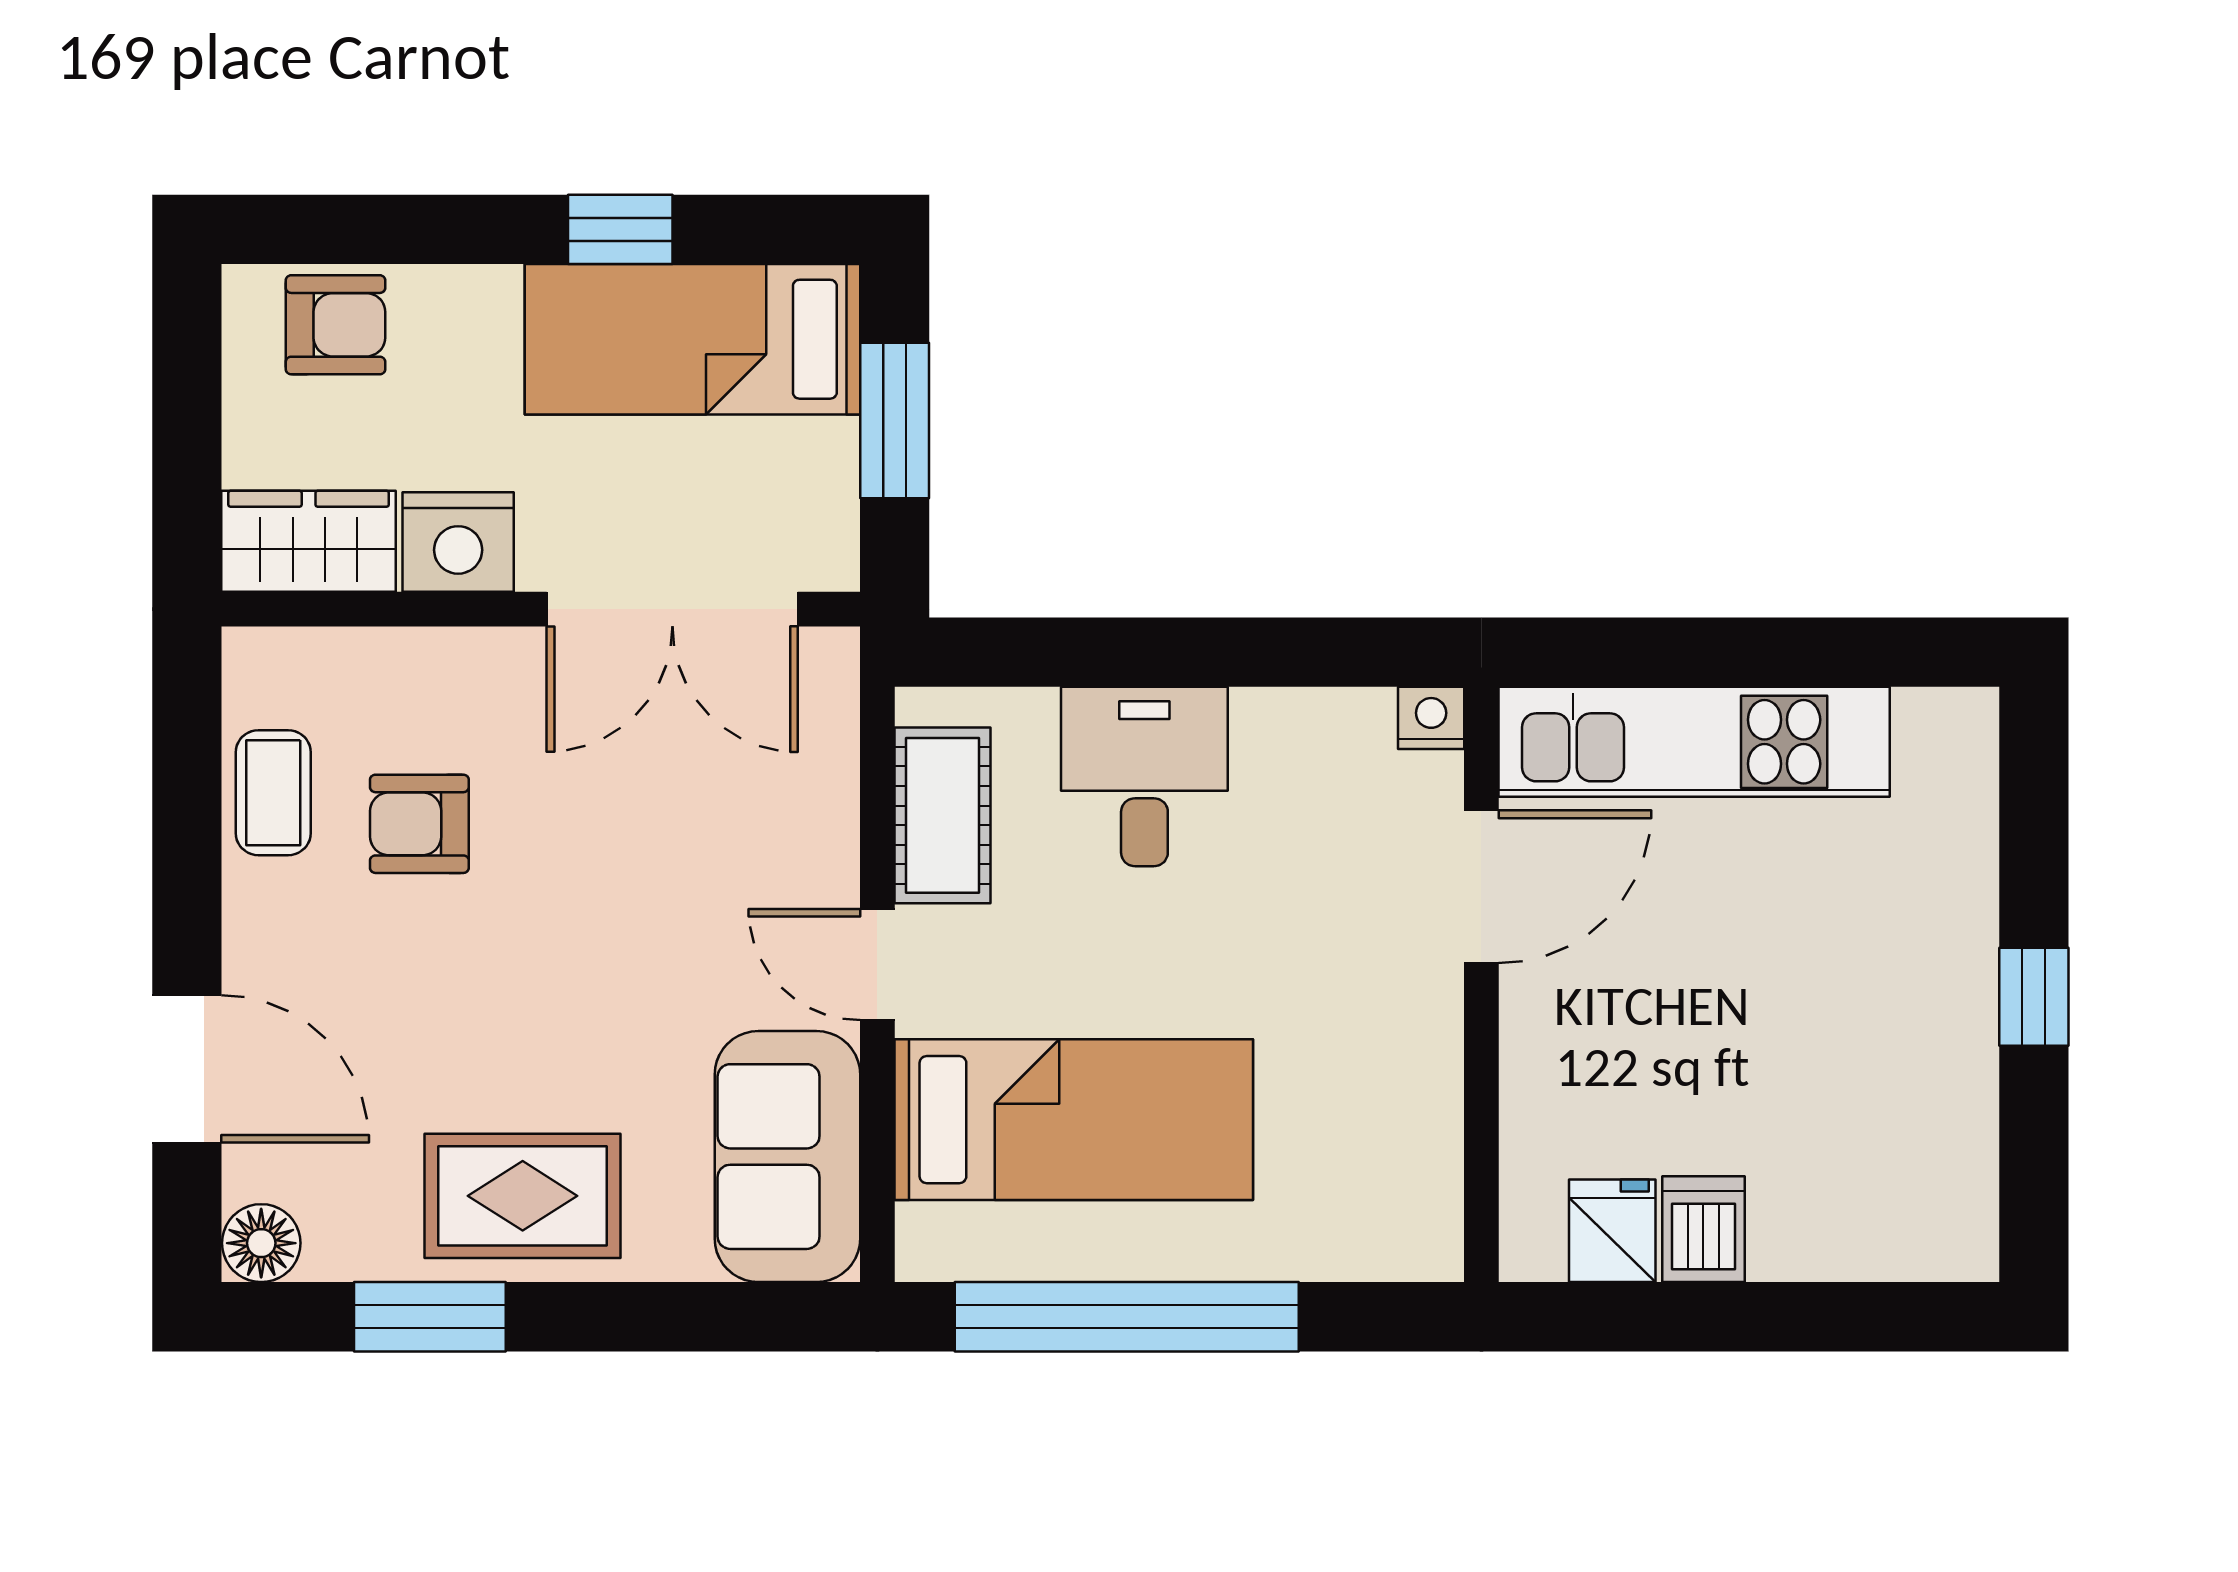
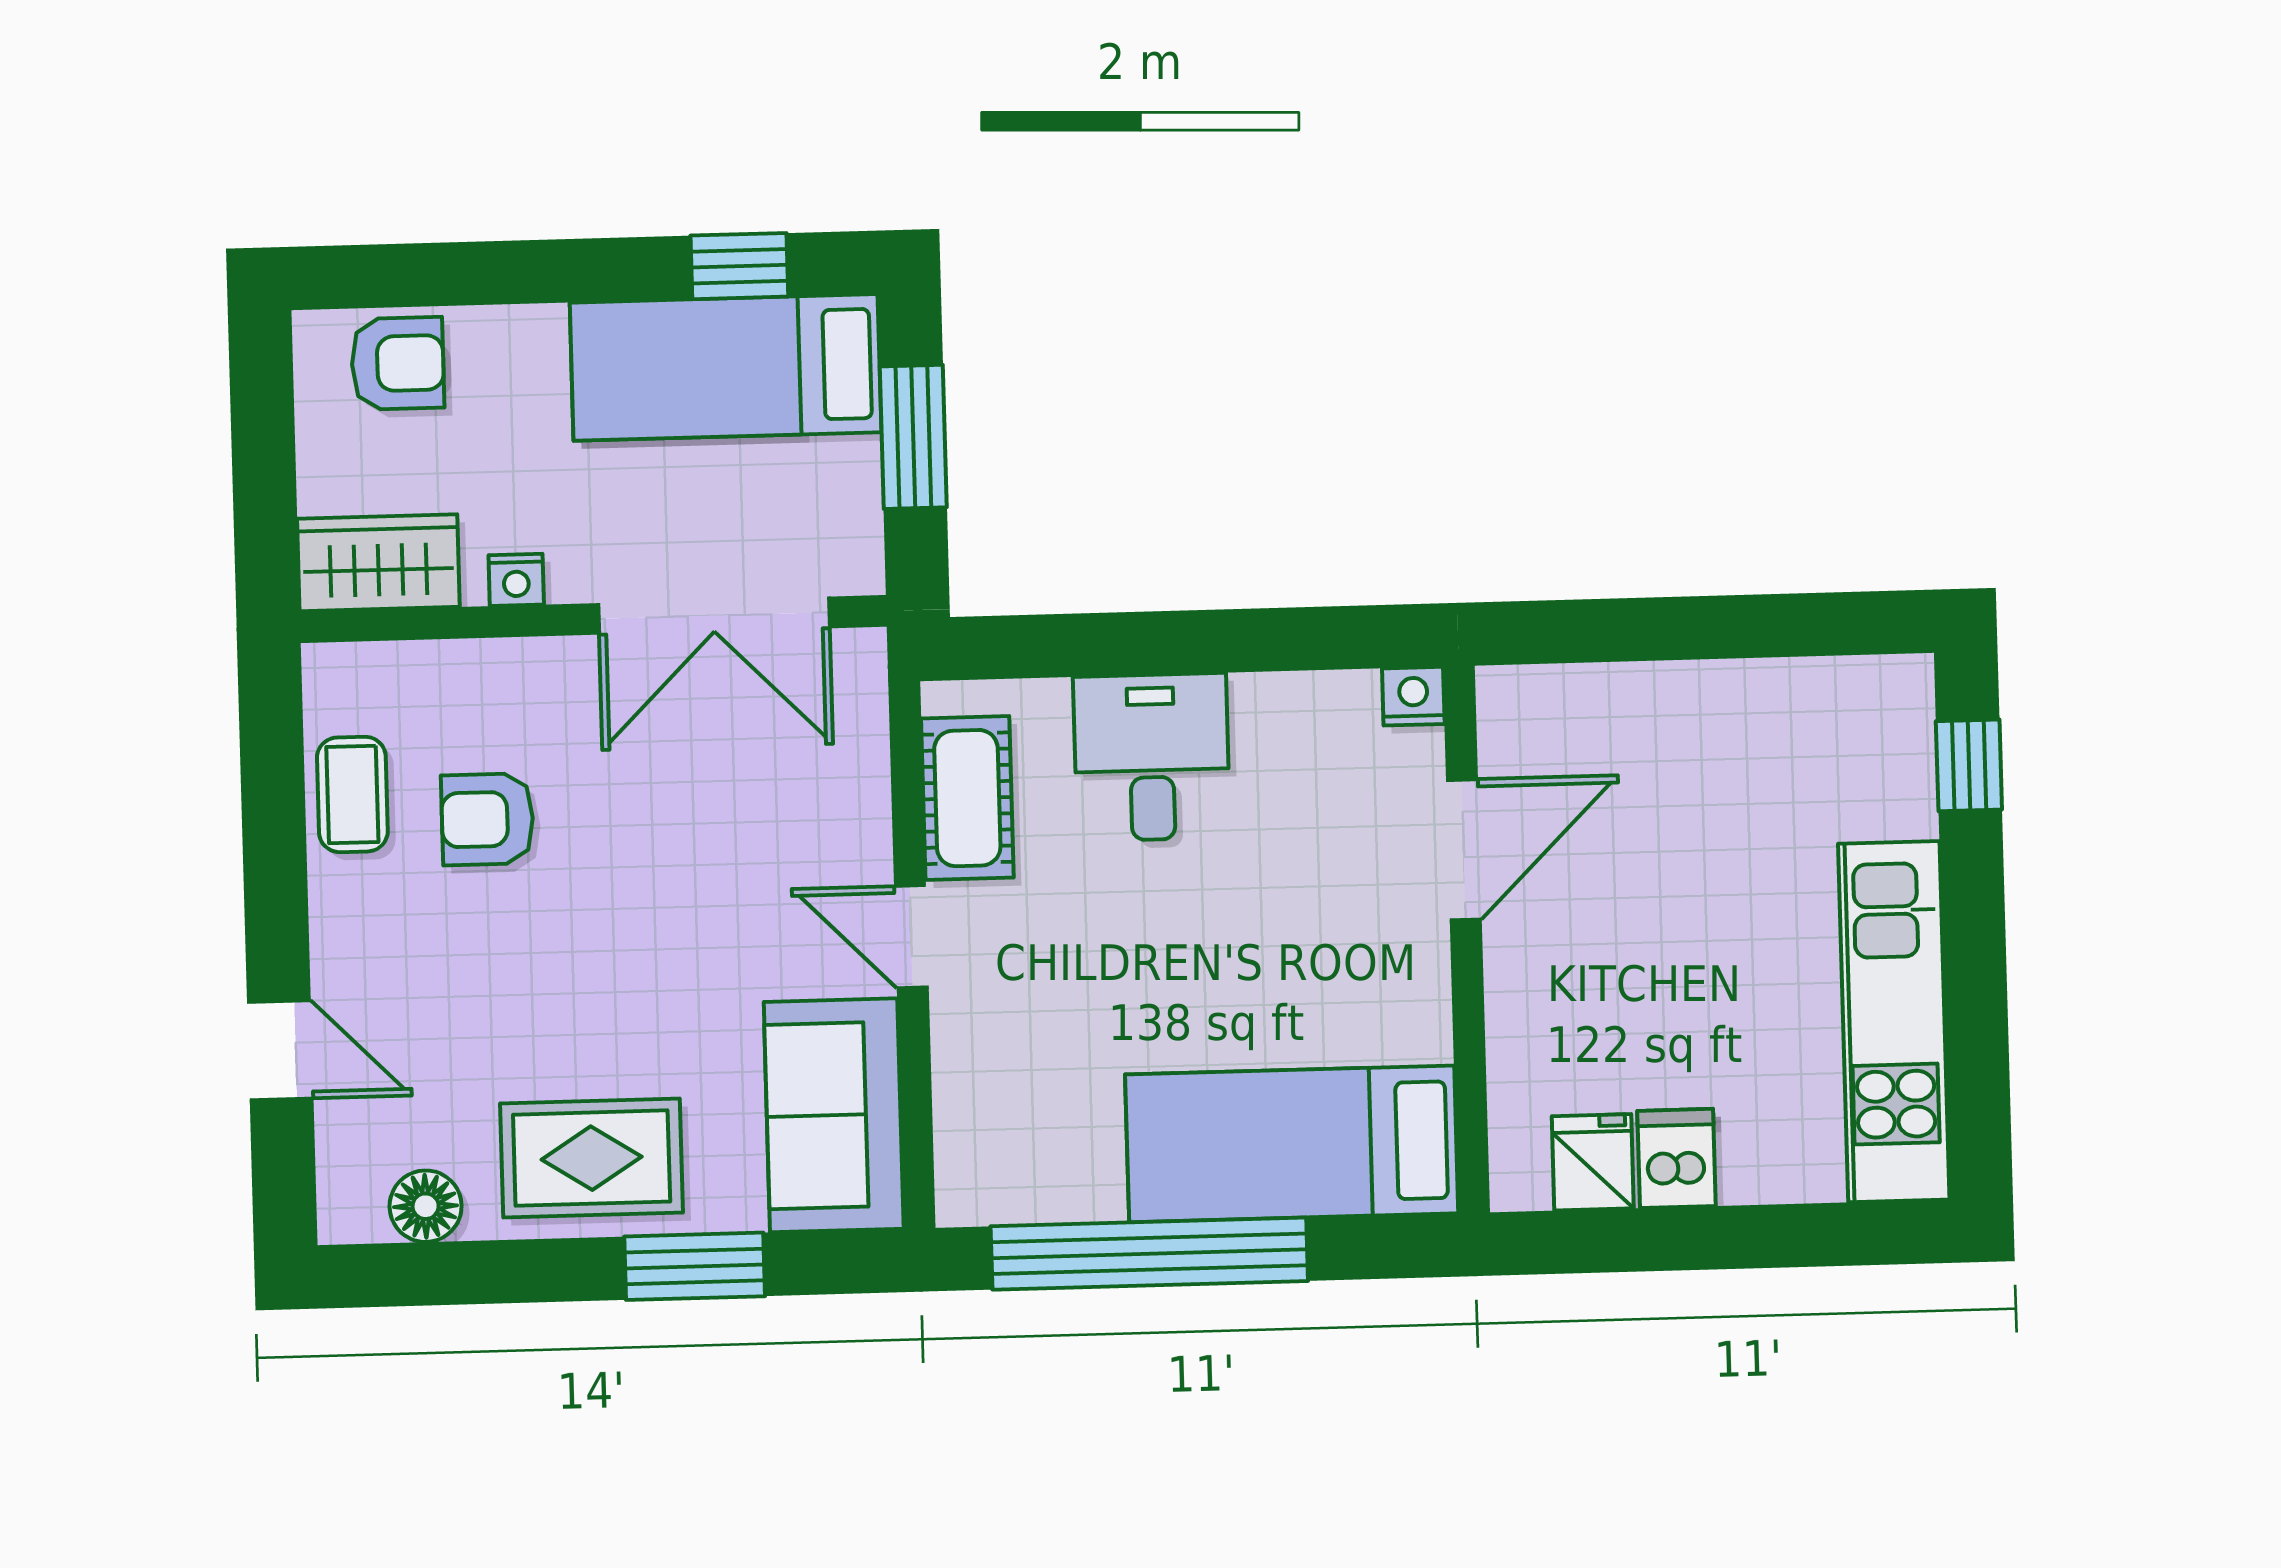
window: (620, 229) -> (739, 266), moved
nightstand: (458, 542) -> (516, 580), width x0.53, depth x0.56
kitchen unit: (1694, 742) -> (1894, 1022), moved, turned 90
window: (2034, 997) -> (1969, 765), moved
door: (187, 1069) -> (280, 1050), width x0.73
bed: (1074, 1120) -> (1292, 1144), moved, turned 180
floor lamp: (261, 1243) -> (426, 1206), moved
window: (430, 1317) -> (695, 1266), moved

